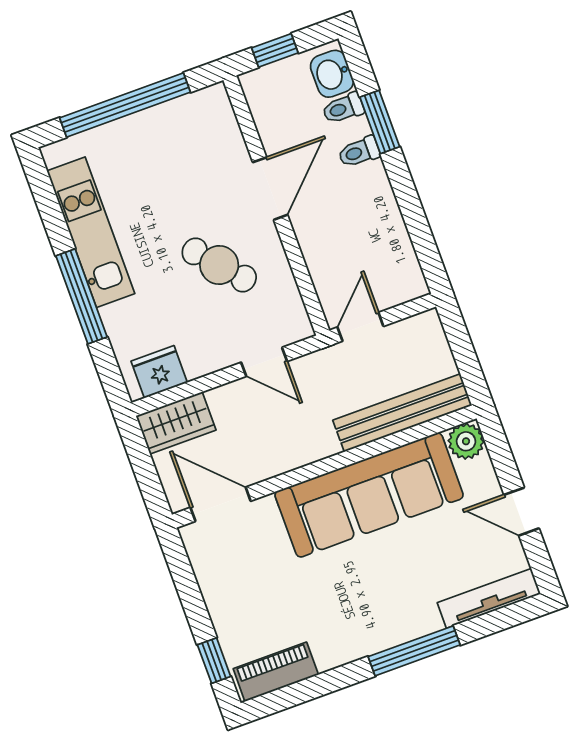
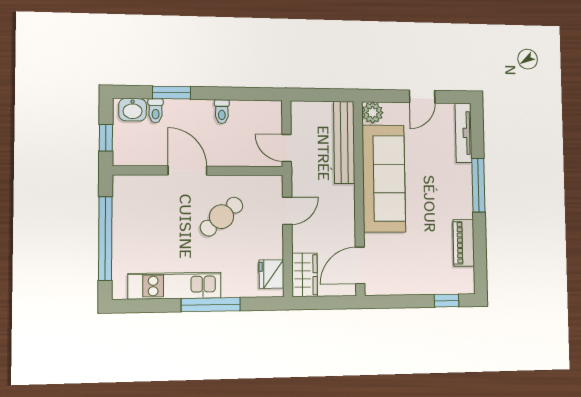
toilet: (359, 152) -> (222, 112), moved
piano: (276, 672) -> (464, 243), moved

